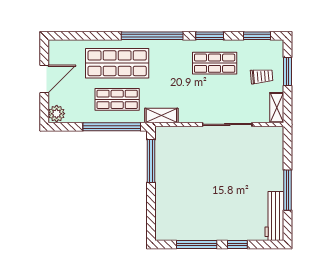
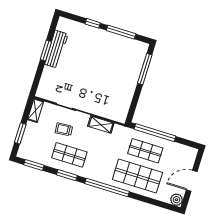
trolley: (262, 76) -> (64, 129), moved
plant: (57, 114) -> (176, 200), moved
shelving: (161, 115) -> (101, 125), moved
window: (151, 161) -> (145, 69), moved
window: (287, 190) -> (46, 51), width x0.69
workbench: (274, 216) -> (56, 49), moved

